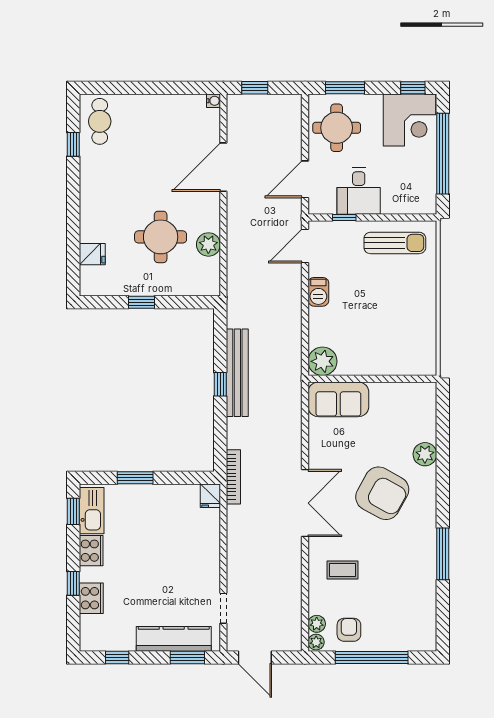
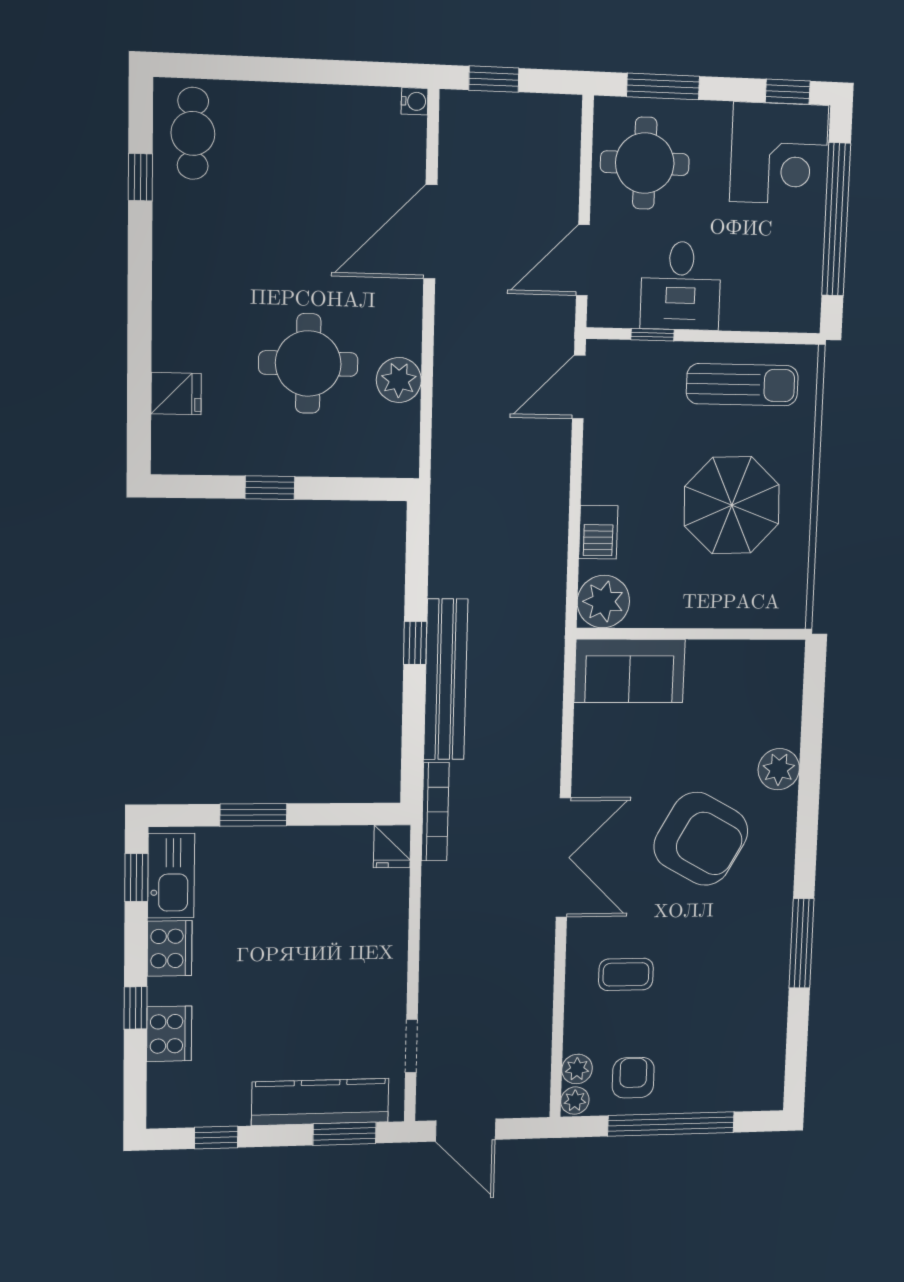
barbecue: (318, 292) -> (598, 532), moved
parasol: (392, 308) -> (732, 505), added
bench: (237, 373) -> (446, 679), moved

